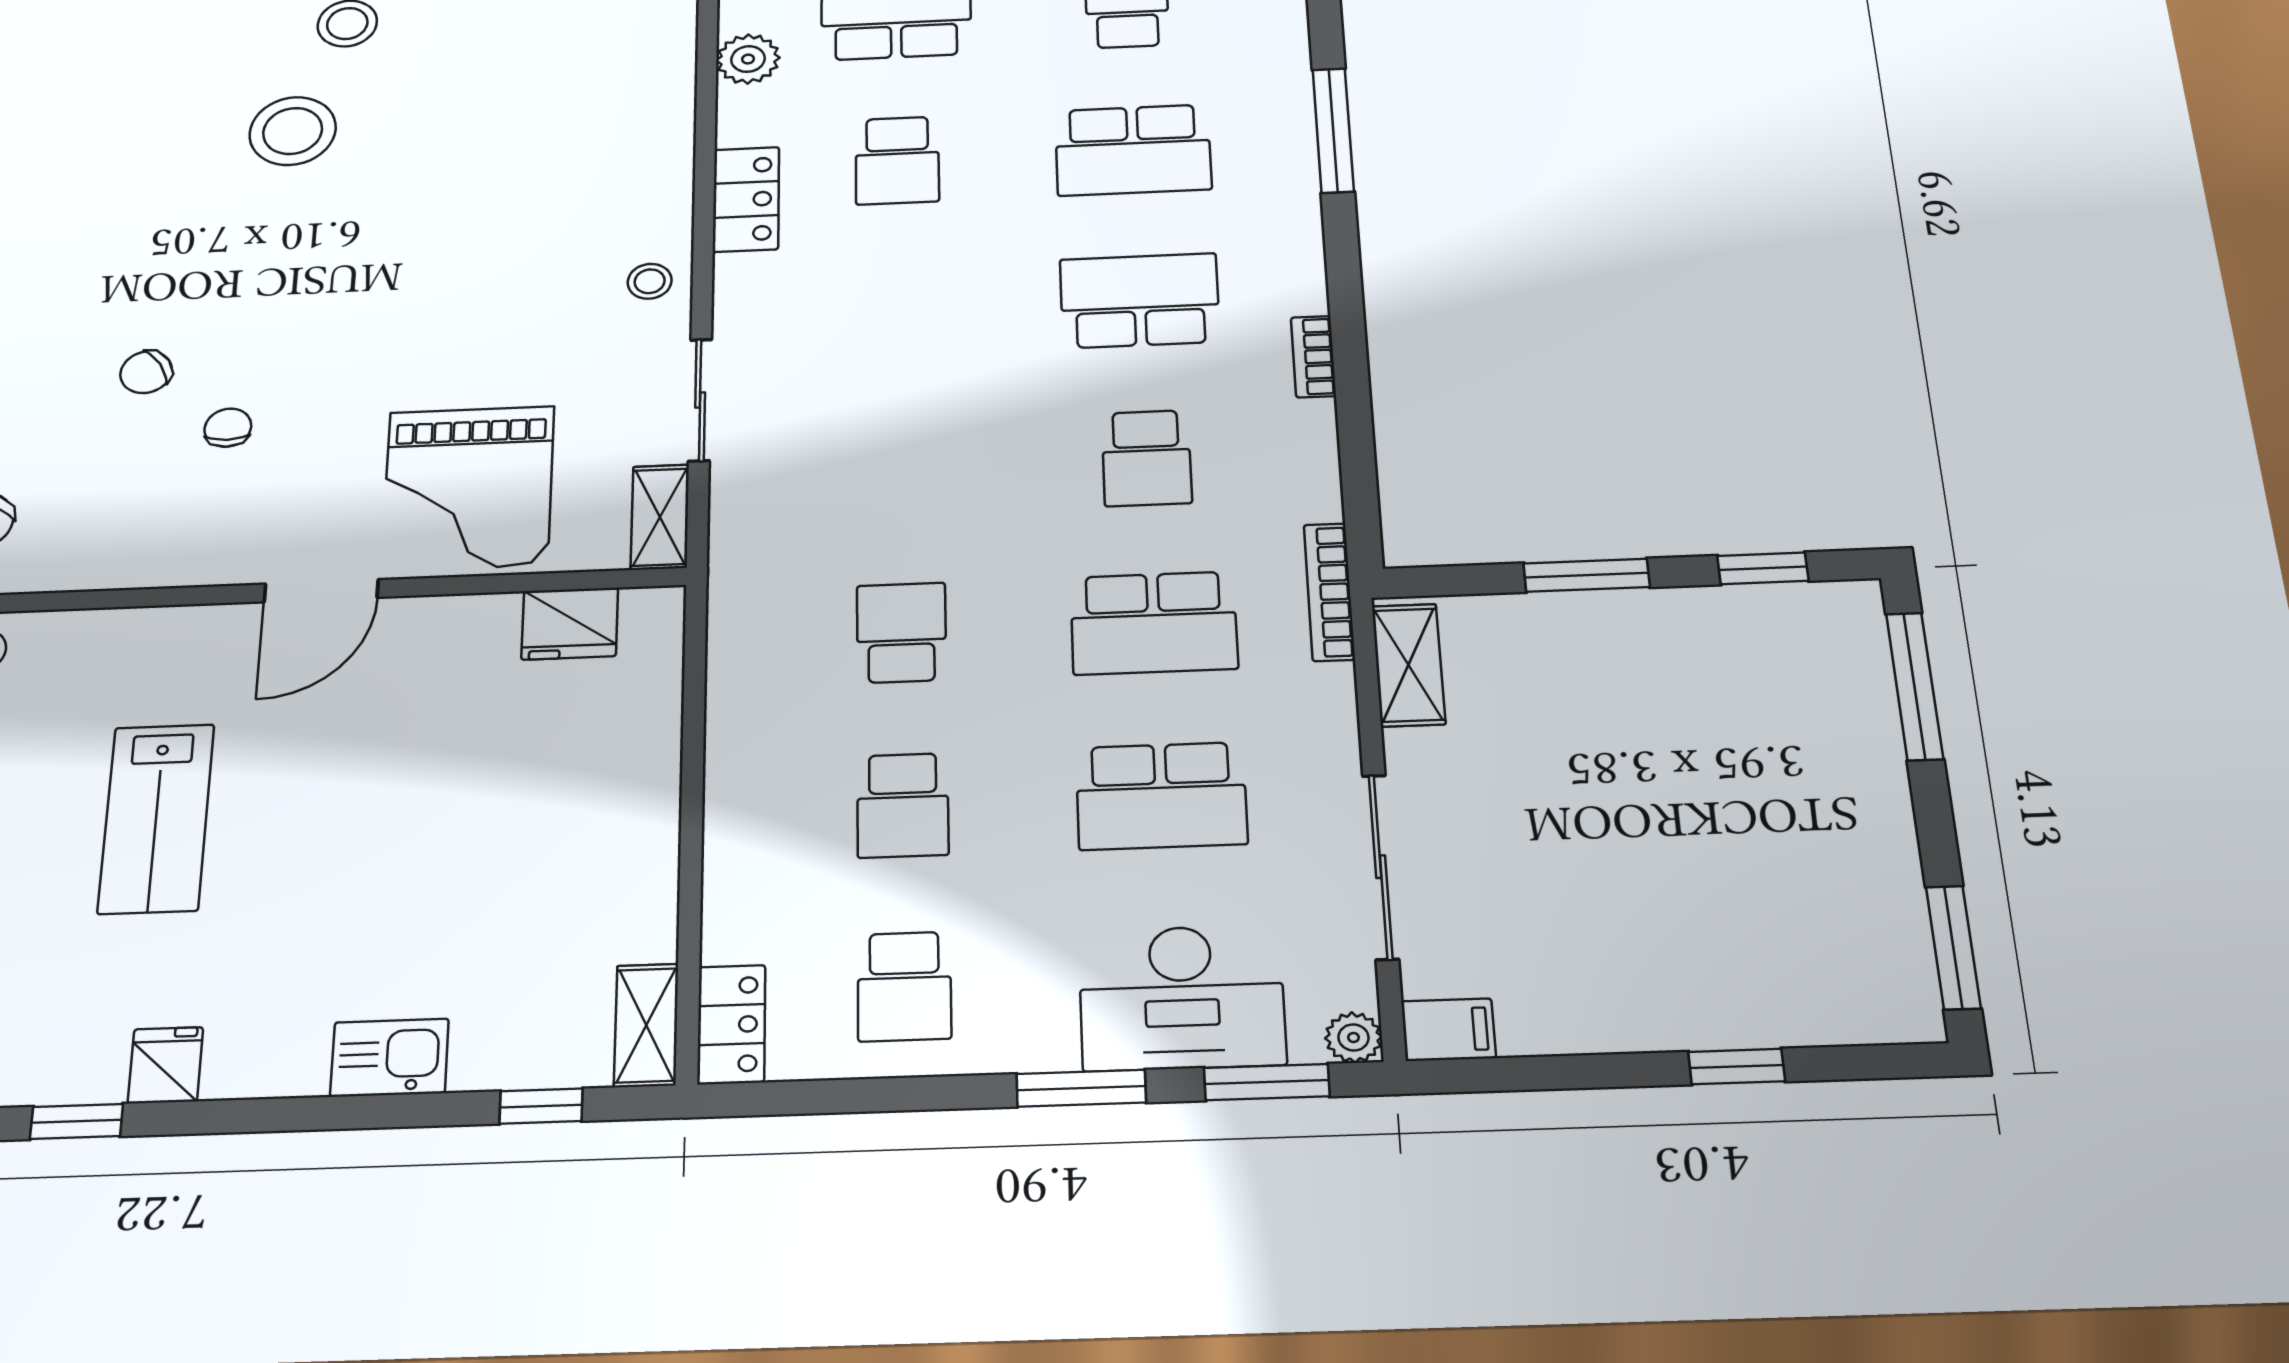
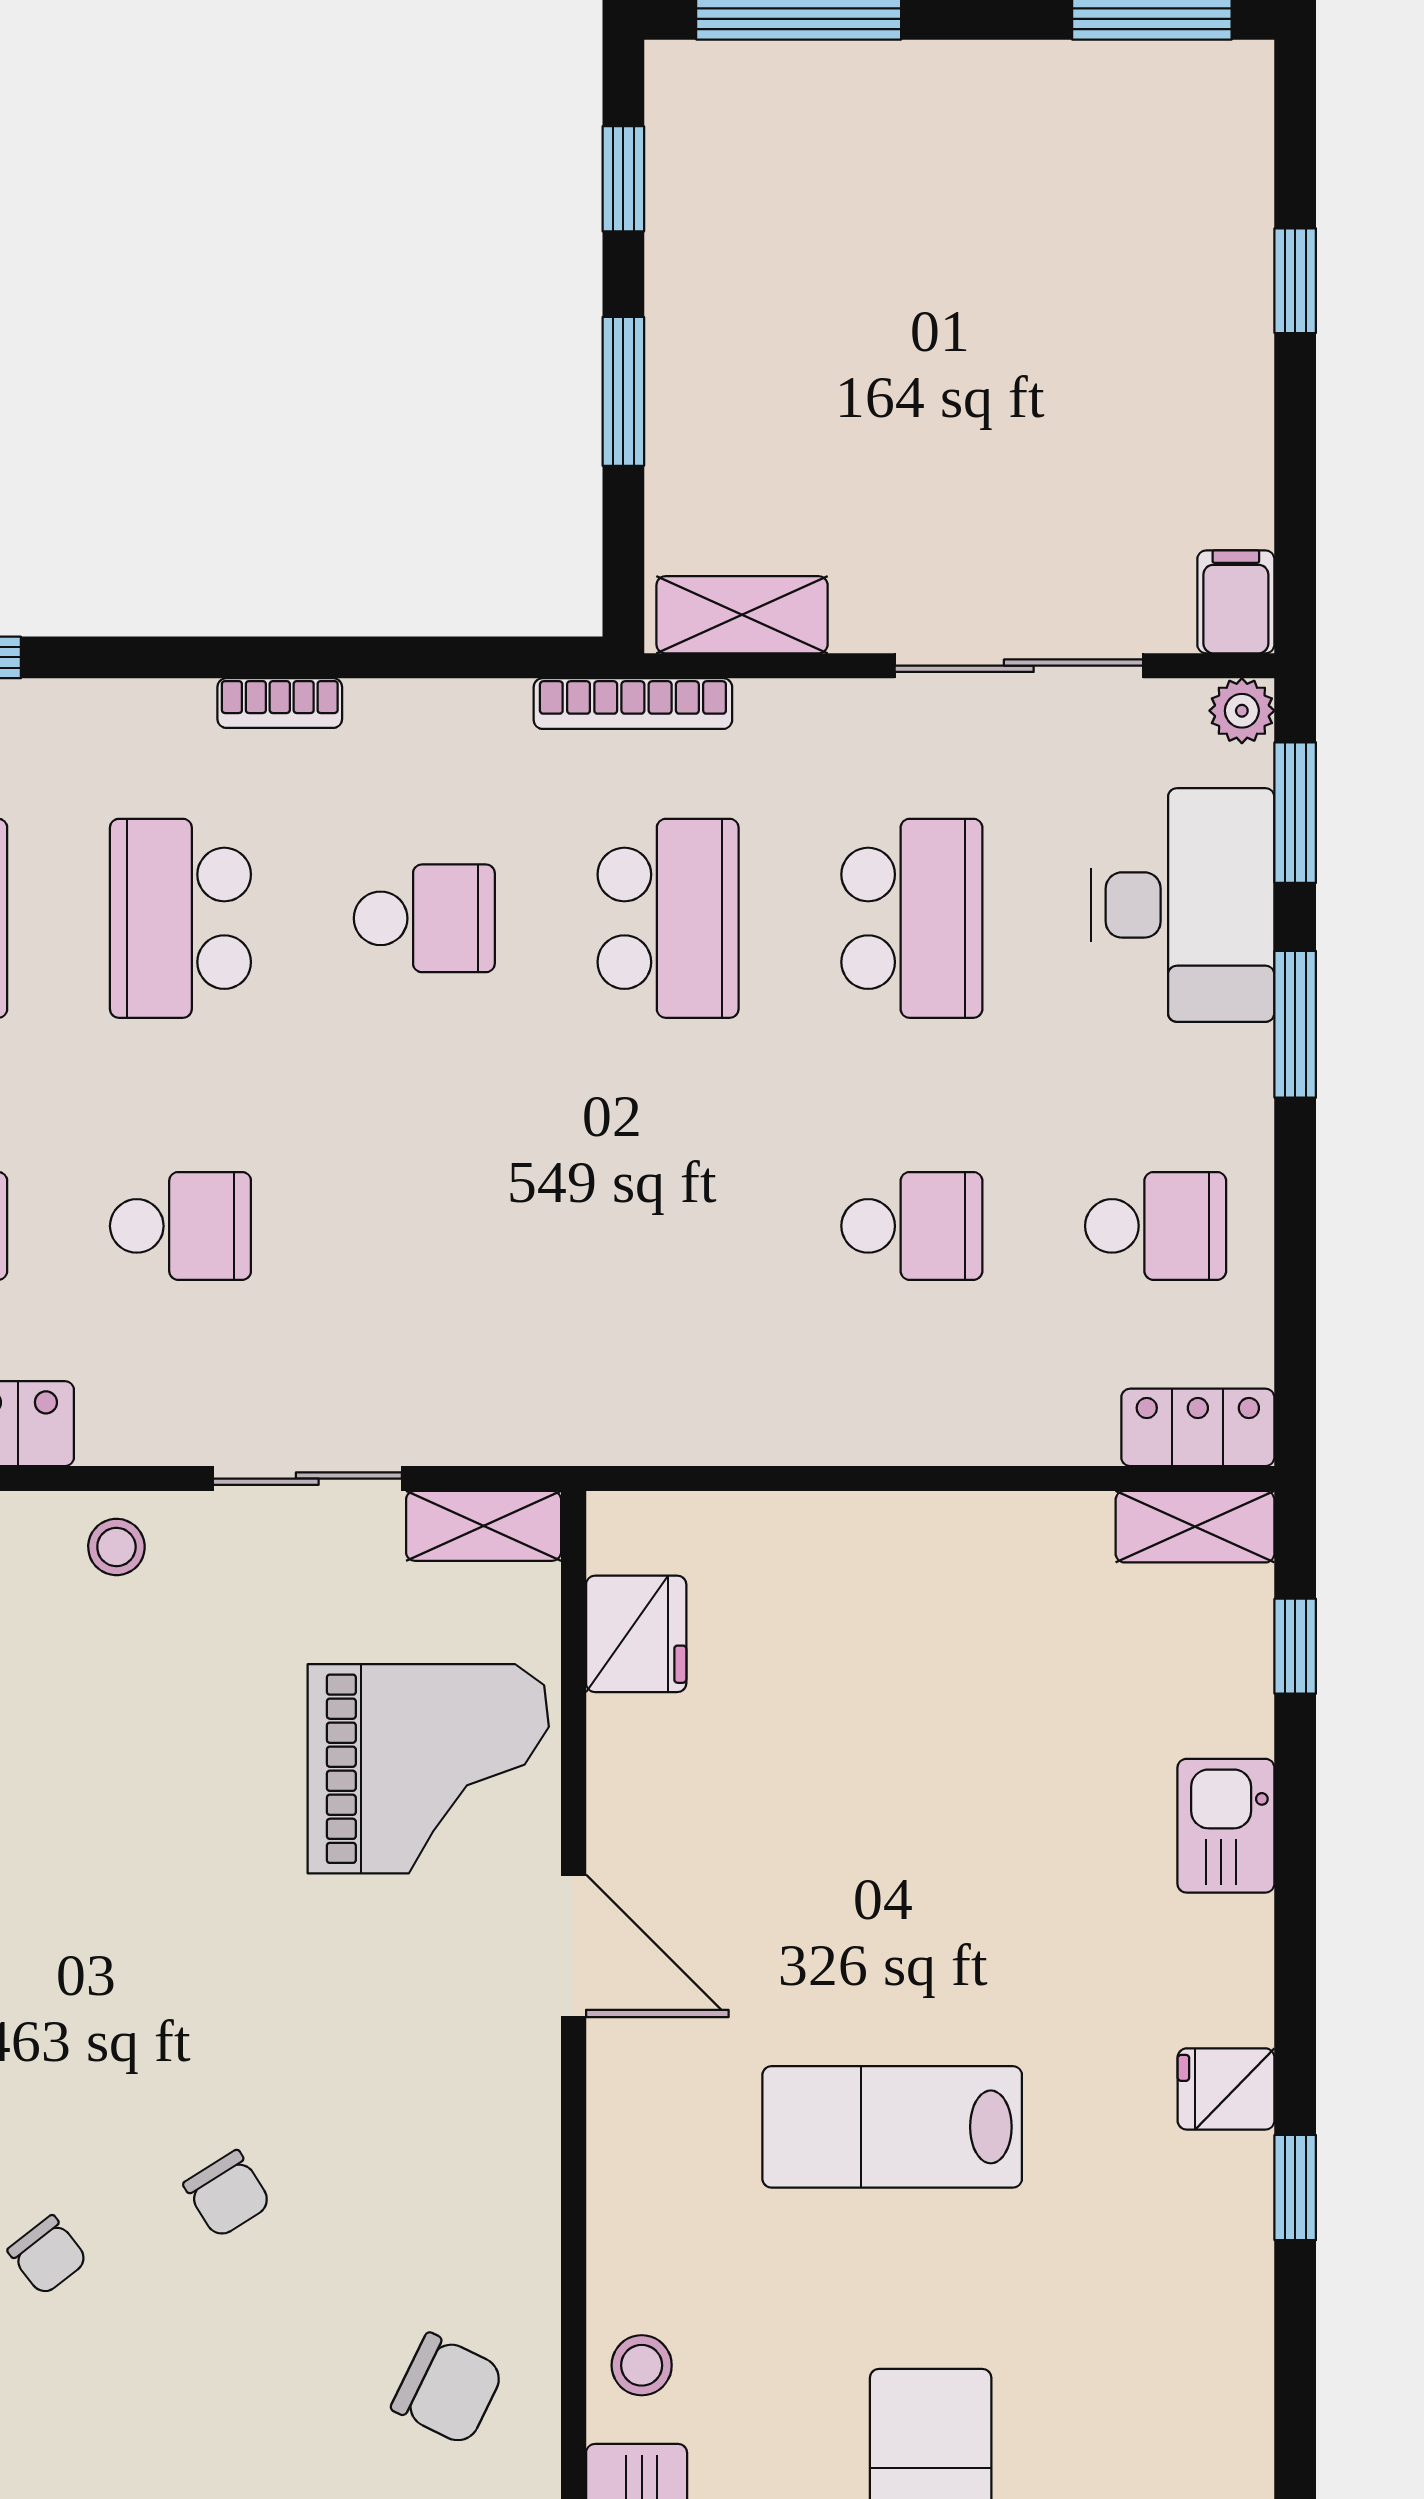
chair: (228, 428) -> (48, 2255), moved, turned -128
school desk: (901, 633) -> (180, 1226), moved, turned 180
lab bench: (156, 818) -> (892, 2127), turned 180

